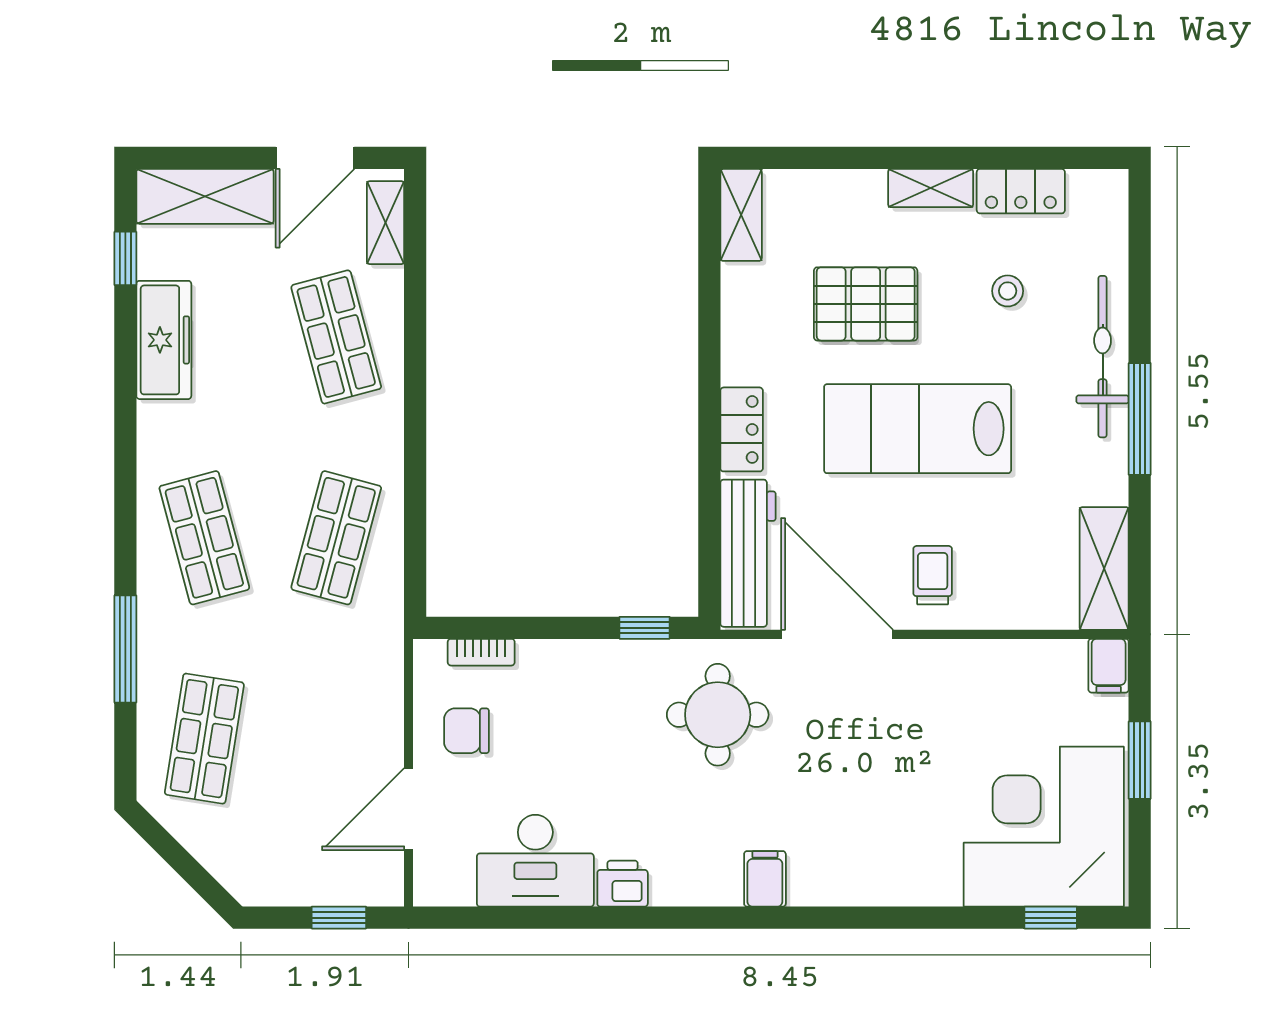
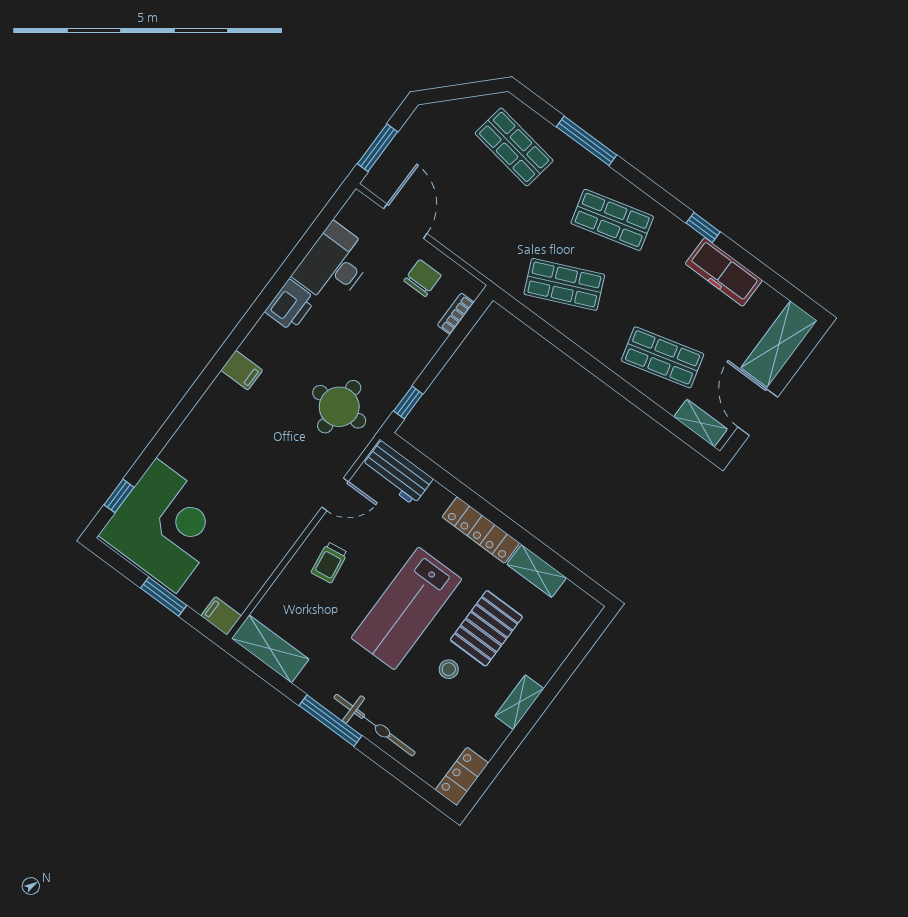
locker: (1021, 191) -> (462, 776), moved
shelving: (741, 215) -> (537, 571), moved
window: (125, 258) -> (703, 227), moved
stool: (1008, 291) -> (449, 669), moved
locker: (742, 429) -> (481, 530), width x1.53
lab bench: (918, 429) -> (406, 608), turned 180
shop shelf: (336, 538) -> (564, 284), turned -39
workbench: (748, 553) -> (397, 473), width x0.73
trolley: (933, 575) -> (329, 563), turned 82
door: (837, 634) -> (335, 494), width x0.53
printer: (623, 884) -> (290, 305), width x1.36, depth x1.24
window: (339, 918) -> (378, 148), width x1.50

